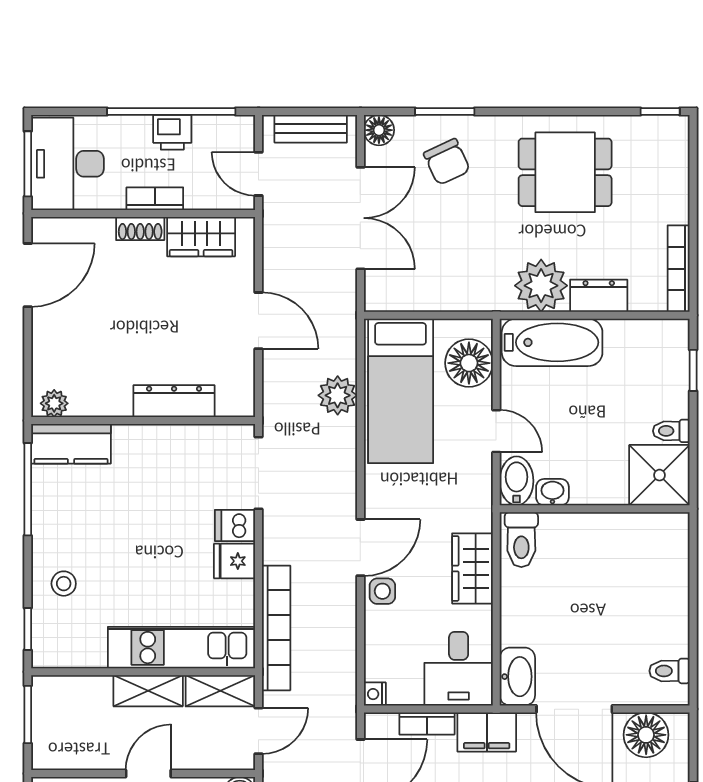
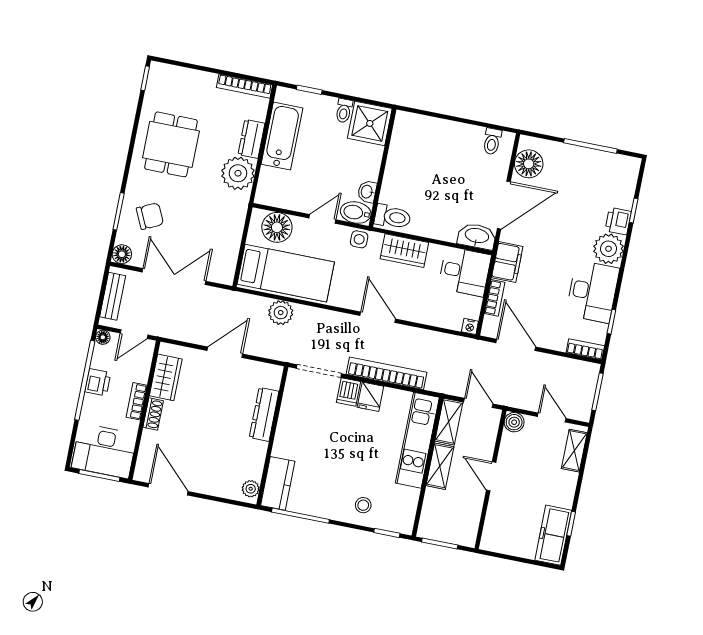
floor lamp: (244, 126) -> (103, 337), added
bathtub: (552, 342) -> (282, 136), moved
side table: (382, 591) -> (359, 239), moved
bookcase: (276, 628) -> (386, 373), moved

